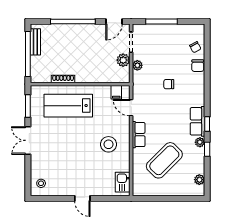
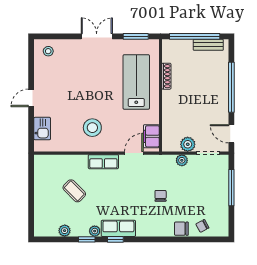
filing cabinet: (116, 92) -> (151, 136), width x2.00
coffee table: (164, 160) -> (74, 191), width x0.54, depth x0.58
plant: (199, 180) -> (65, 231), moved
kitchen sink: (123, 182) -> (42, 129), moved, turned 90

